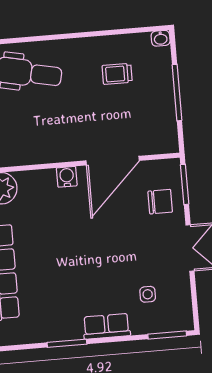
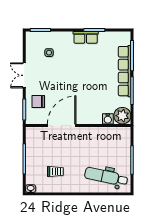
water cooler: (67, 177) -> (108, 119), moved
row of seats: (107, 326) -> (86, 37), moved

